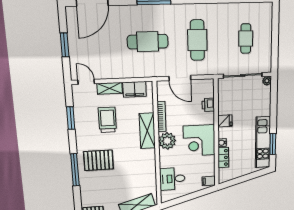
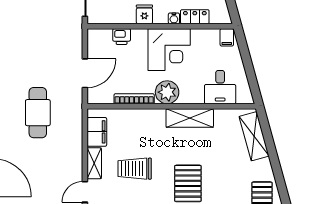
cafe table: (197, 40) -> (38, 50), removed
shelving: (147, 131) -> (190, 118), moved

